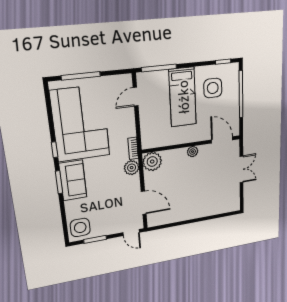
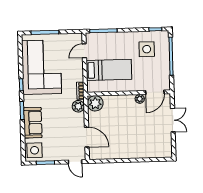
bed: (183, 97) -> (109, 70), moved, turned -90
door: (222, 140) -> (155, 92), swing flipped
plant: (193, 152) -> (140, 99), moved
sofa: (73, 180) -> (33, 123), moved

